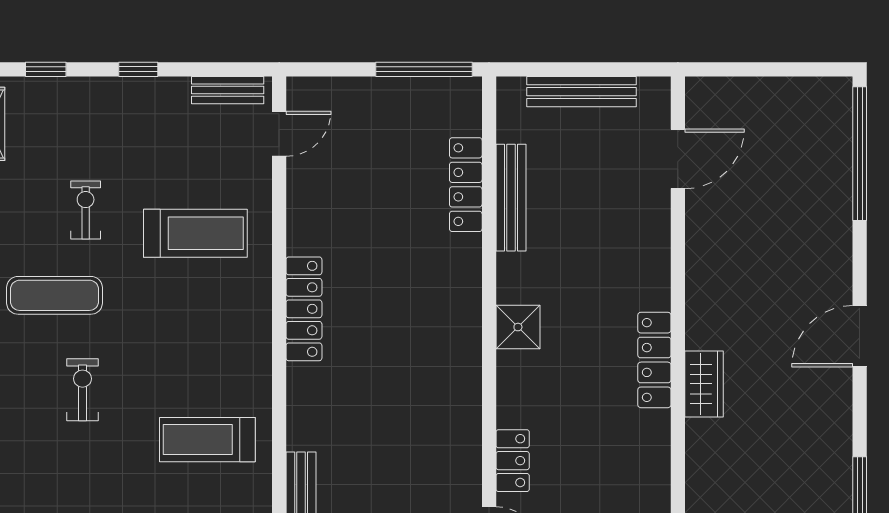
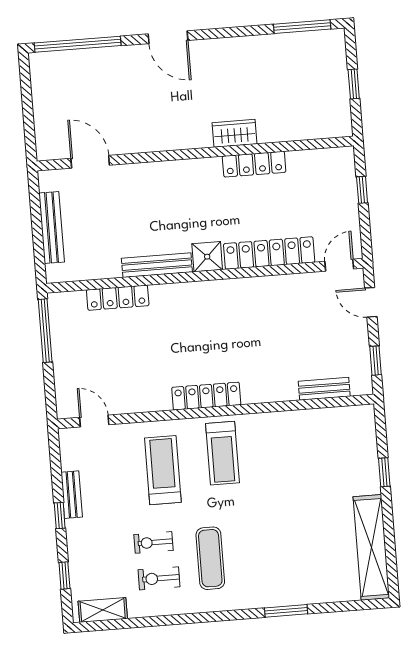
bench: (228, 90) -> (72, 495), moved
bench: (511, 198) -> (157, 265), moved
door: (860, 336) -> (168, 37), moved
locker: (654, 360) -> (254, 164), moved
exercise bike: (82, 390) -> (159, 578), moved
treadmill: (207, 440) -> (223, 453), moved
locker: (513, 461) -> (269, 253), width x2.16, depth x1.21

